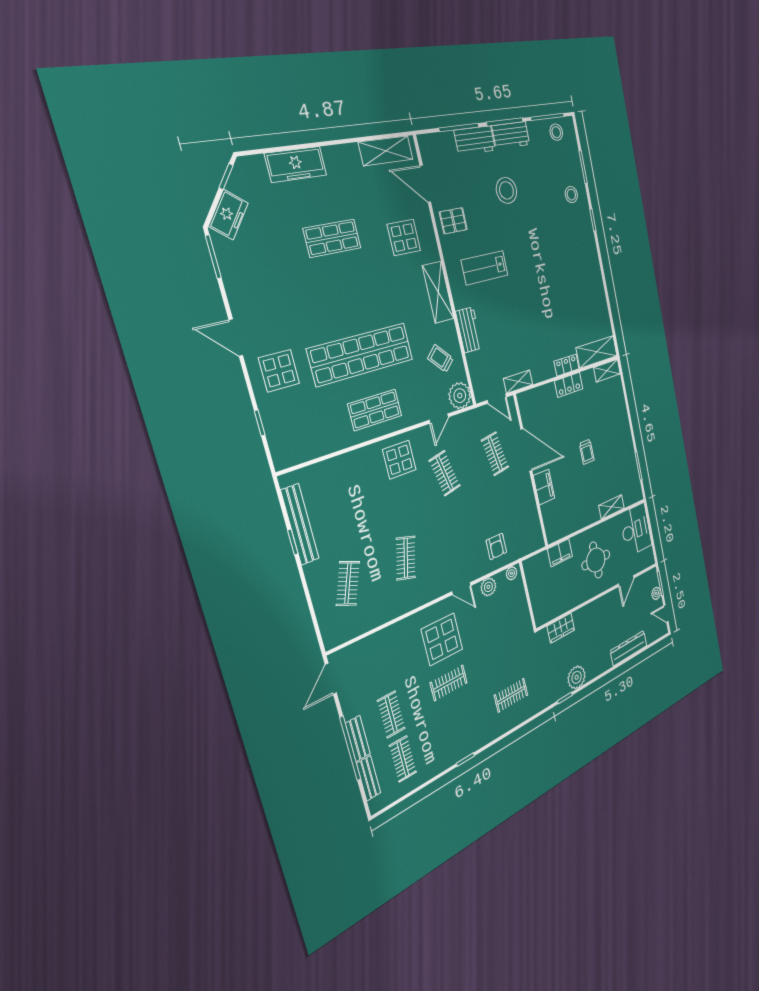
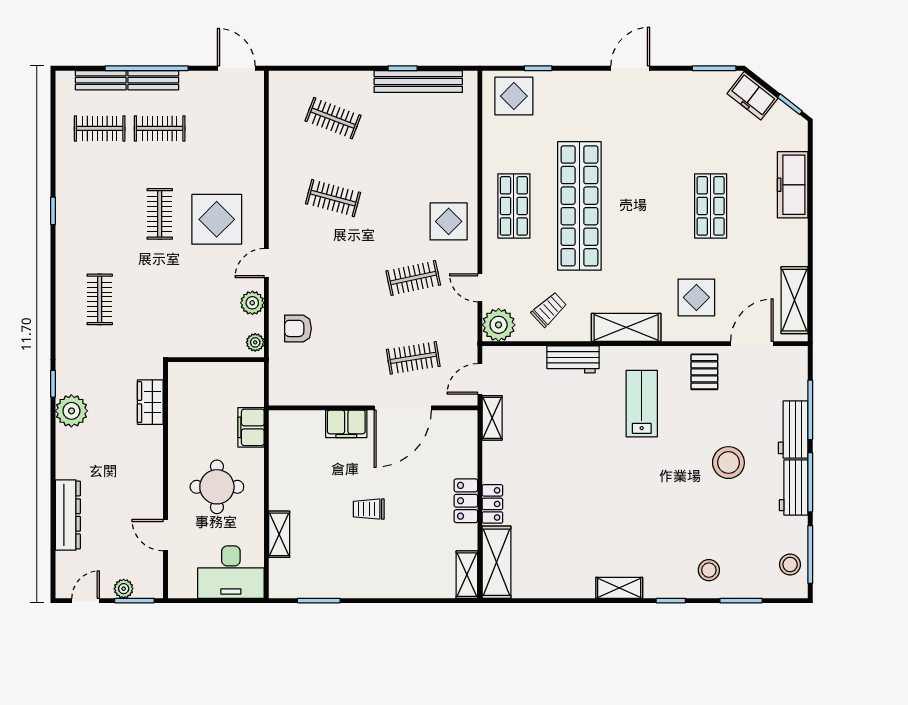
shelving: (593, 260) -> (619, 588), added
display table: (279, 371) -> (514, 96), moved

